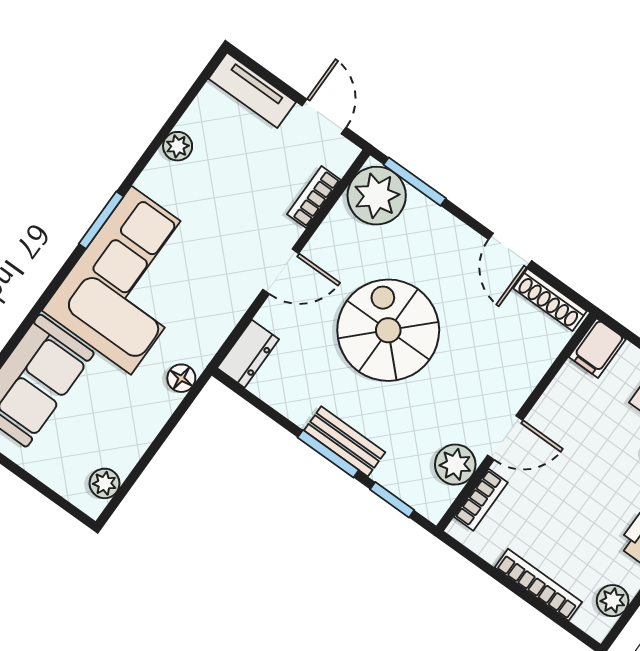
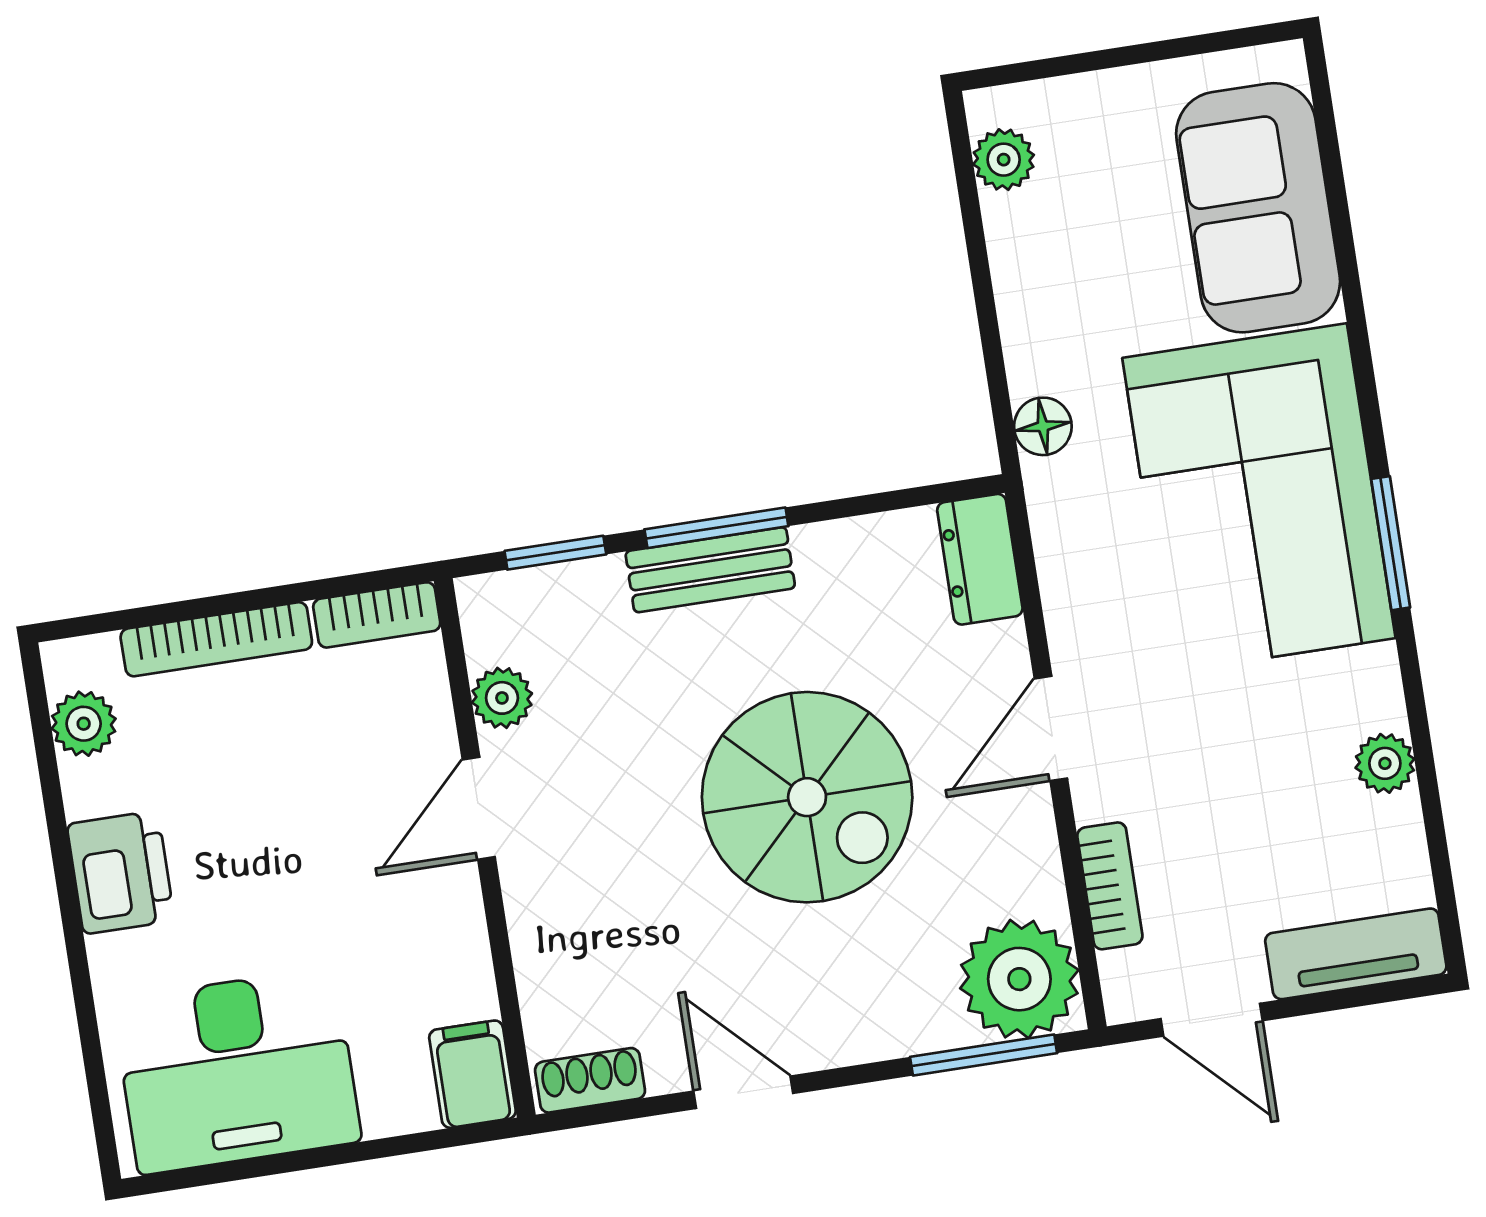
shoe rack: (550, 300) -> (590, 1080), width x0.70
plant: (455, 465) -> (502, 698), width x0.73, depth x0.73
bookcase: (481, 500) -> (377, 615), moved, turned -90

